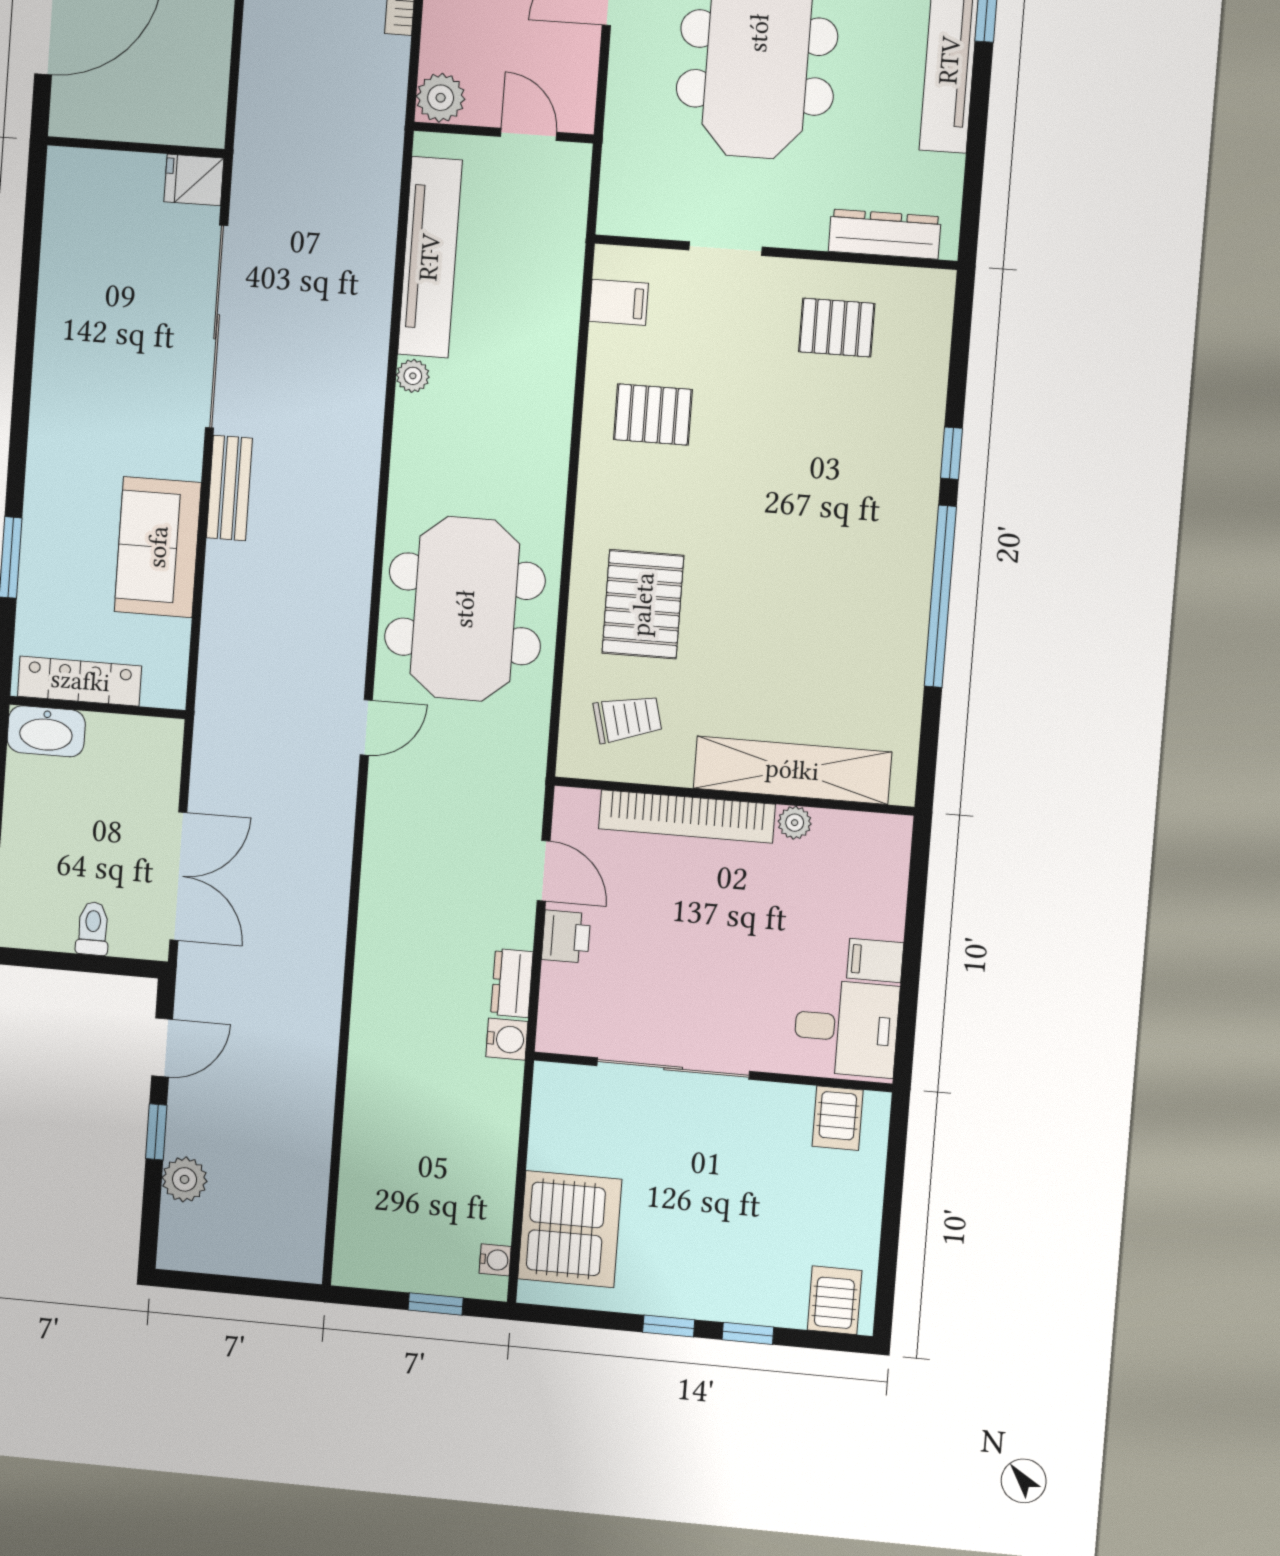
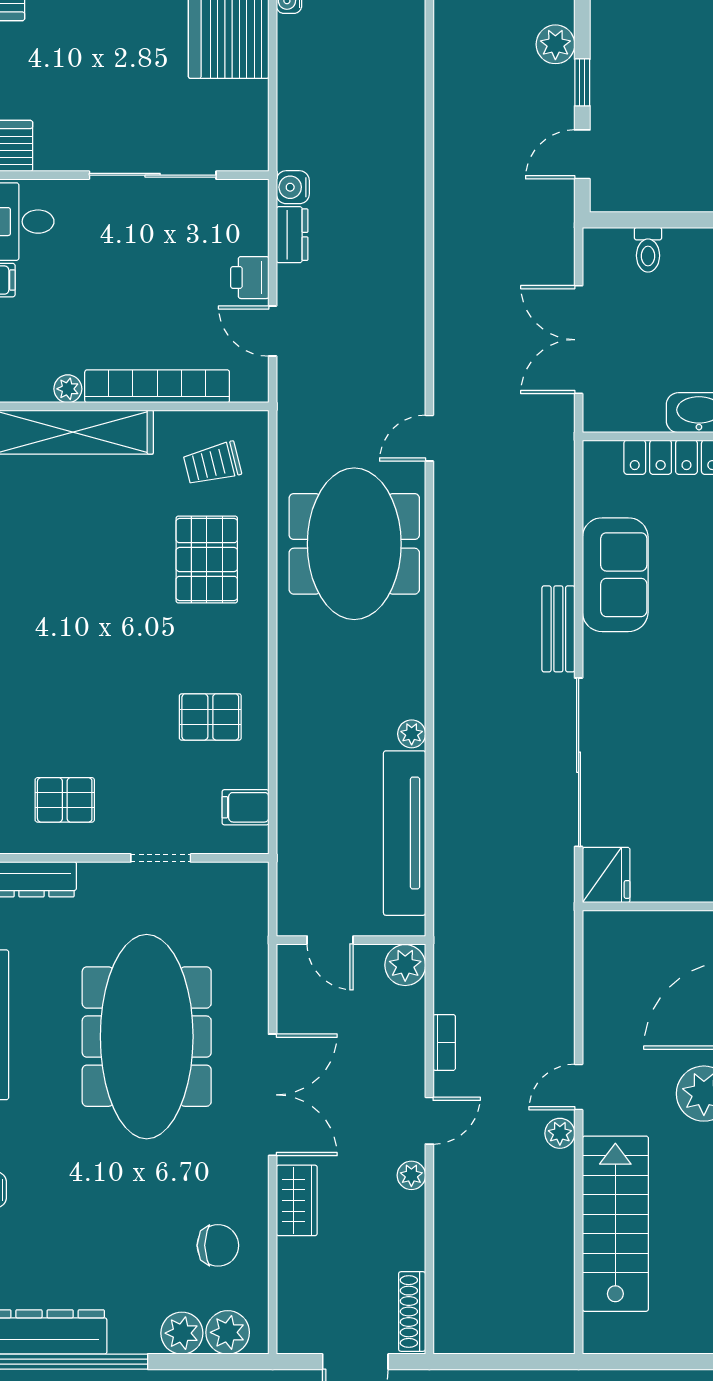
fridge: (194, 180) -> (606, 875), width x1.38
double door: (178, 876) -> (579, 340), moved

